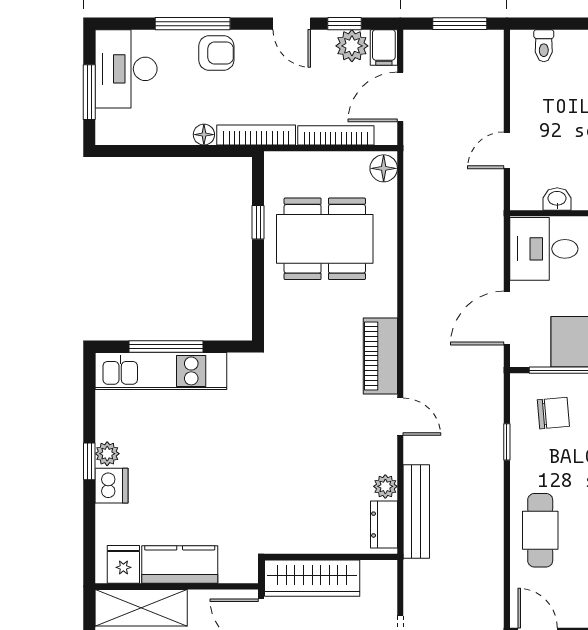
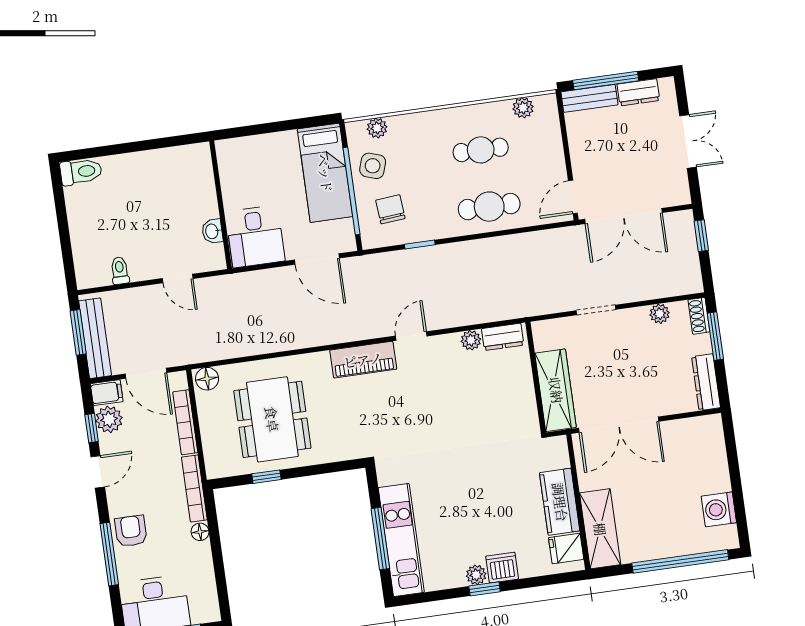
toilet: (544, 46) -> (120, 271), moved, turned -90
bench: (416, 511) -> (95, 338), moved, turned 90

